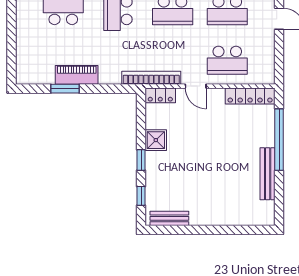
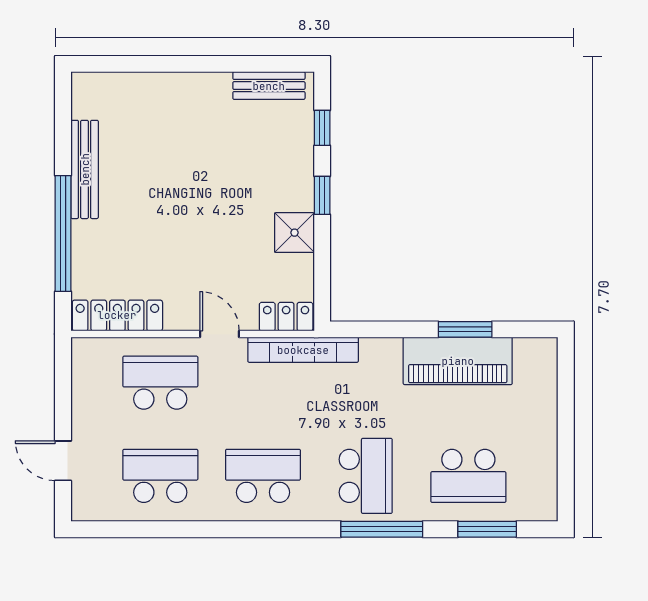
piano: (77, 75) -> (458, 361), width x1.37, depth x1.33

